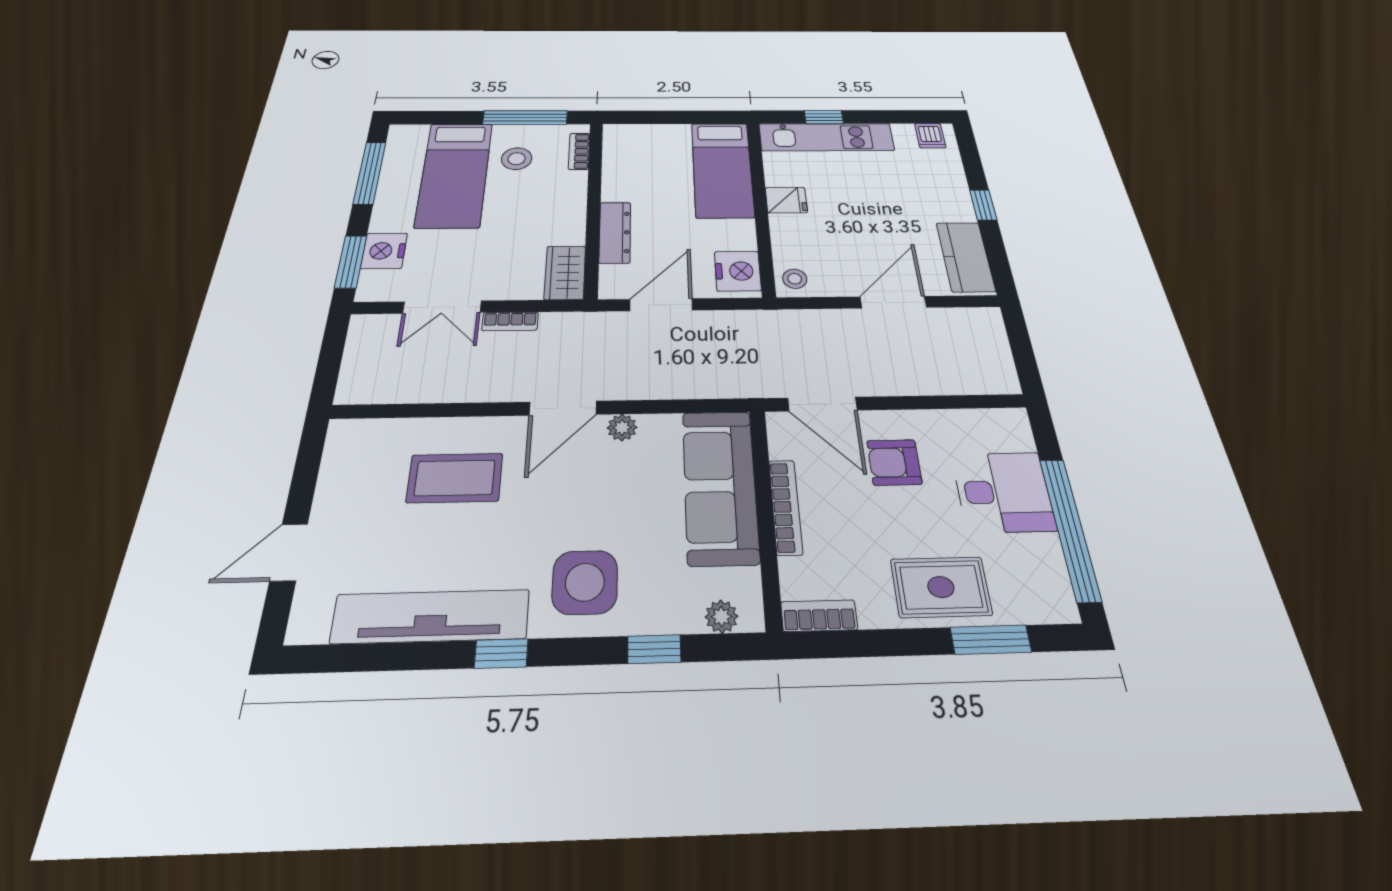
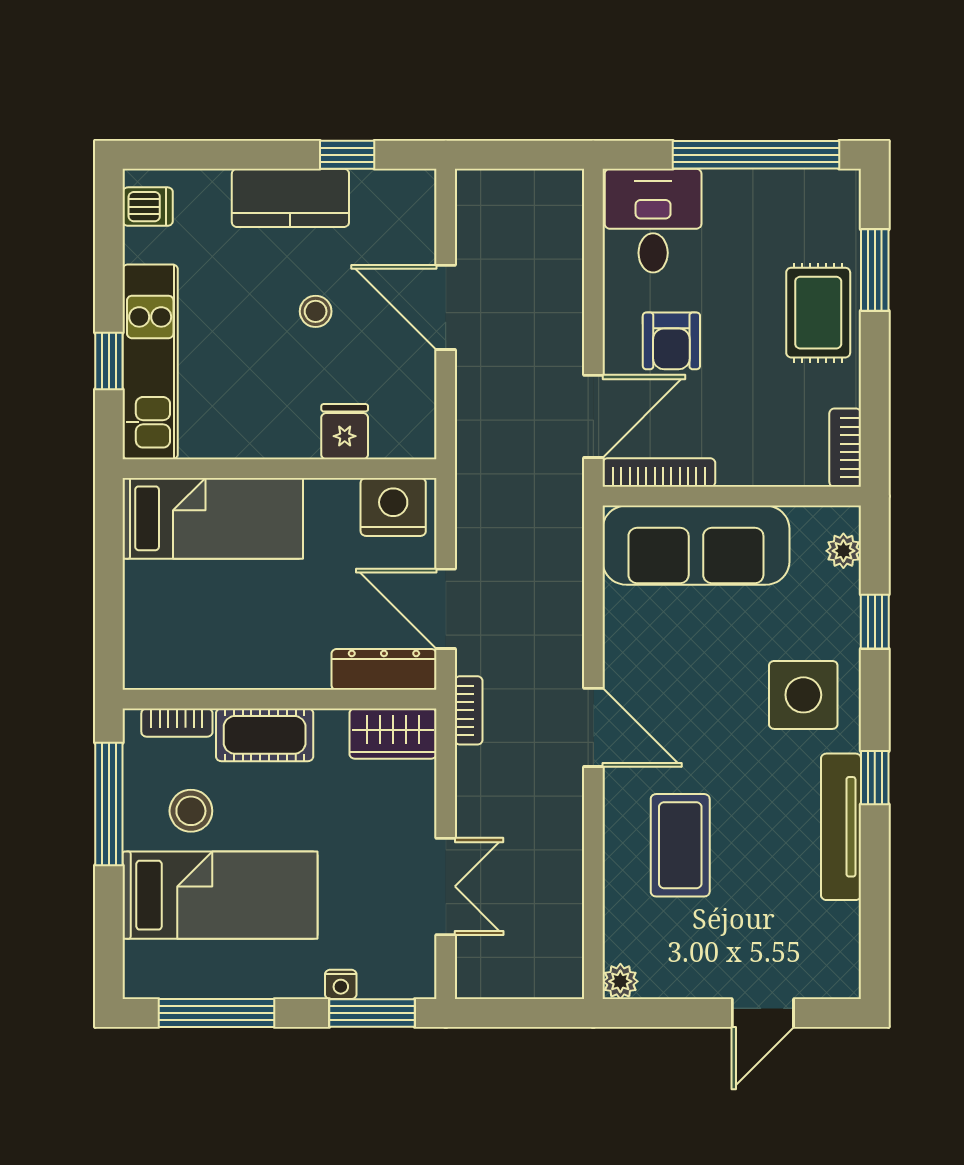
cot: (568, 198) -> (265, 735), added
fridge: (786, 200) -> (345, 432), moved
window: (983, 205) -> (347, 155), moved
dresser: (615, 232) -> (384, 669), moved
nightstand: (384, 251) -> (341, 984), width x0.53, depth x0.56
kitchen counter: (965, 257) -> (290, 198), moved
stool: (795, 279) -> (316, 311), moved
bookcase: (510, 321) -> (469, 710), moved
plant: (622, 428) -> (620, 981), moved
desk: (1003, 492) -> (653, 221), moved
bookcase: (785, 507) -> (659, 473), moved
door: (289, 552) -> (763, 1013), hinge flipped
tv unit: (431, 616) -> (841, 827), width x0.73, depth x0.78

